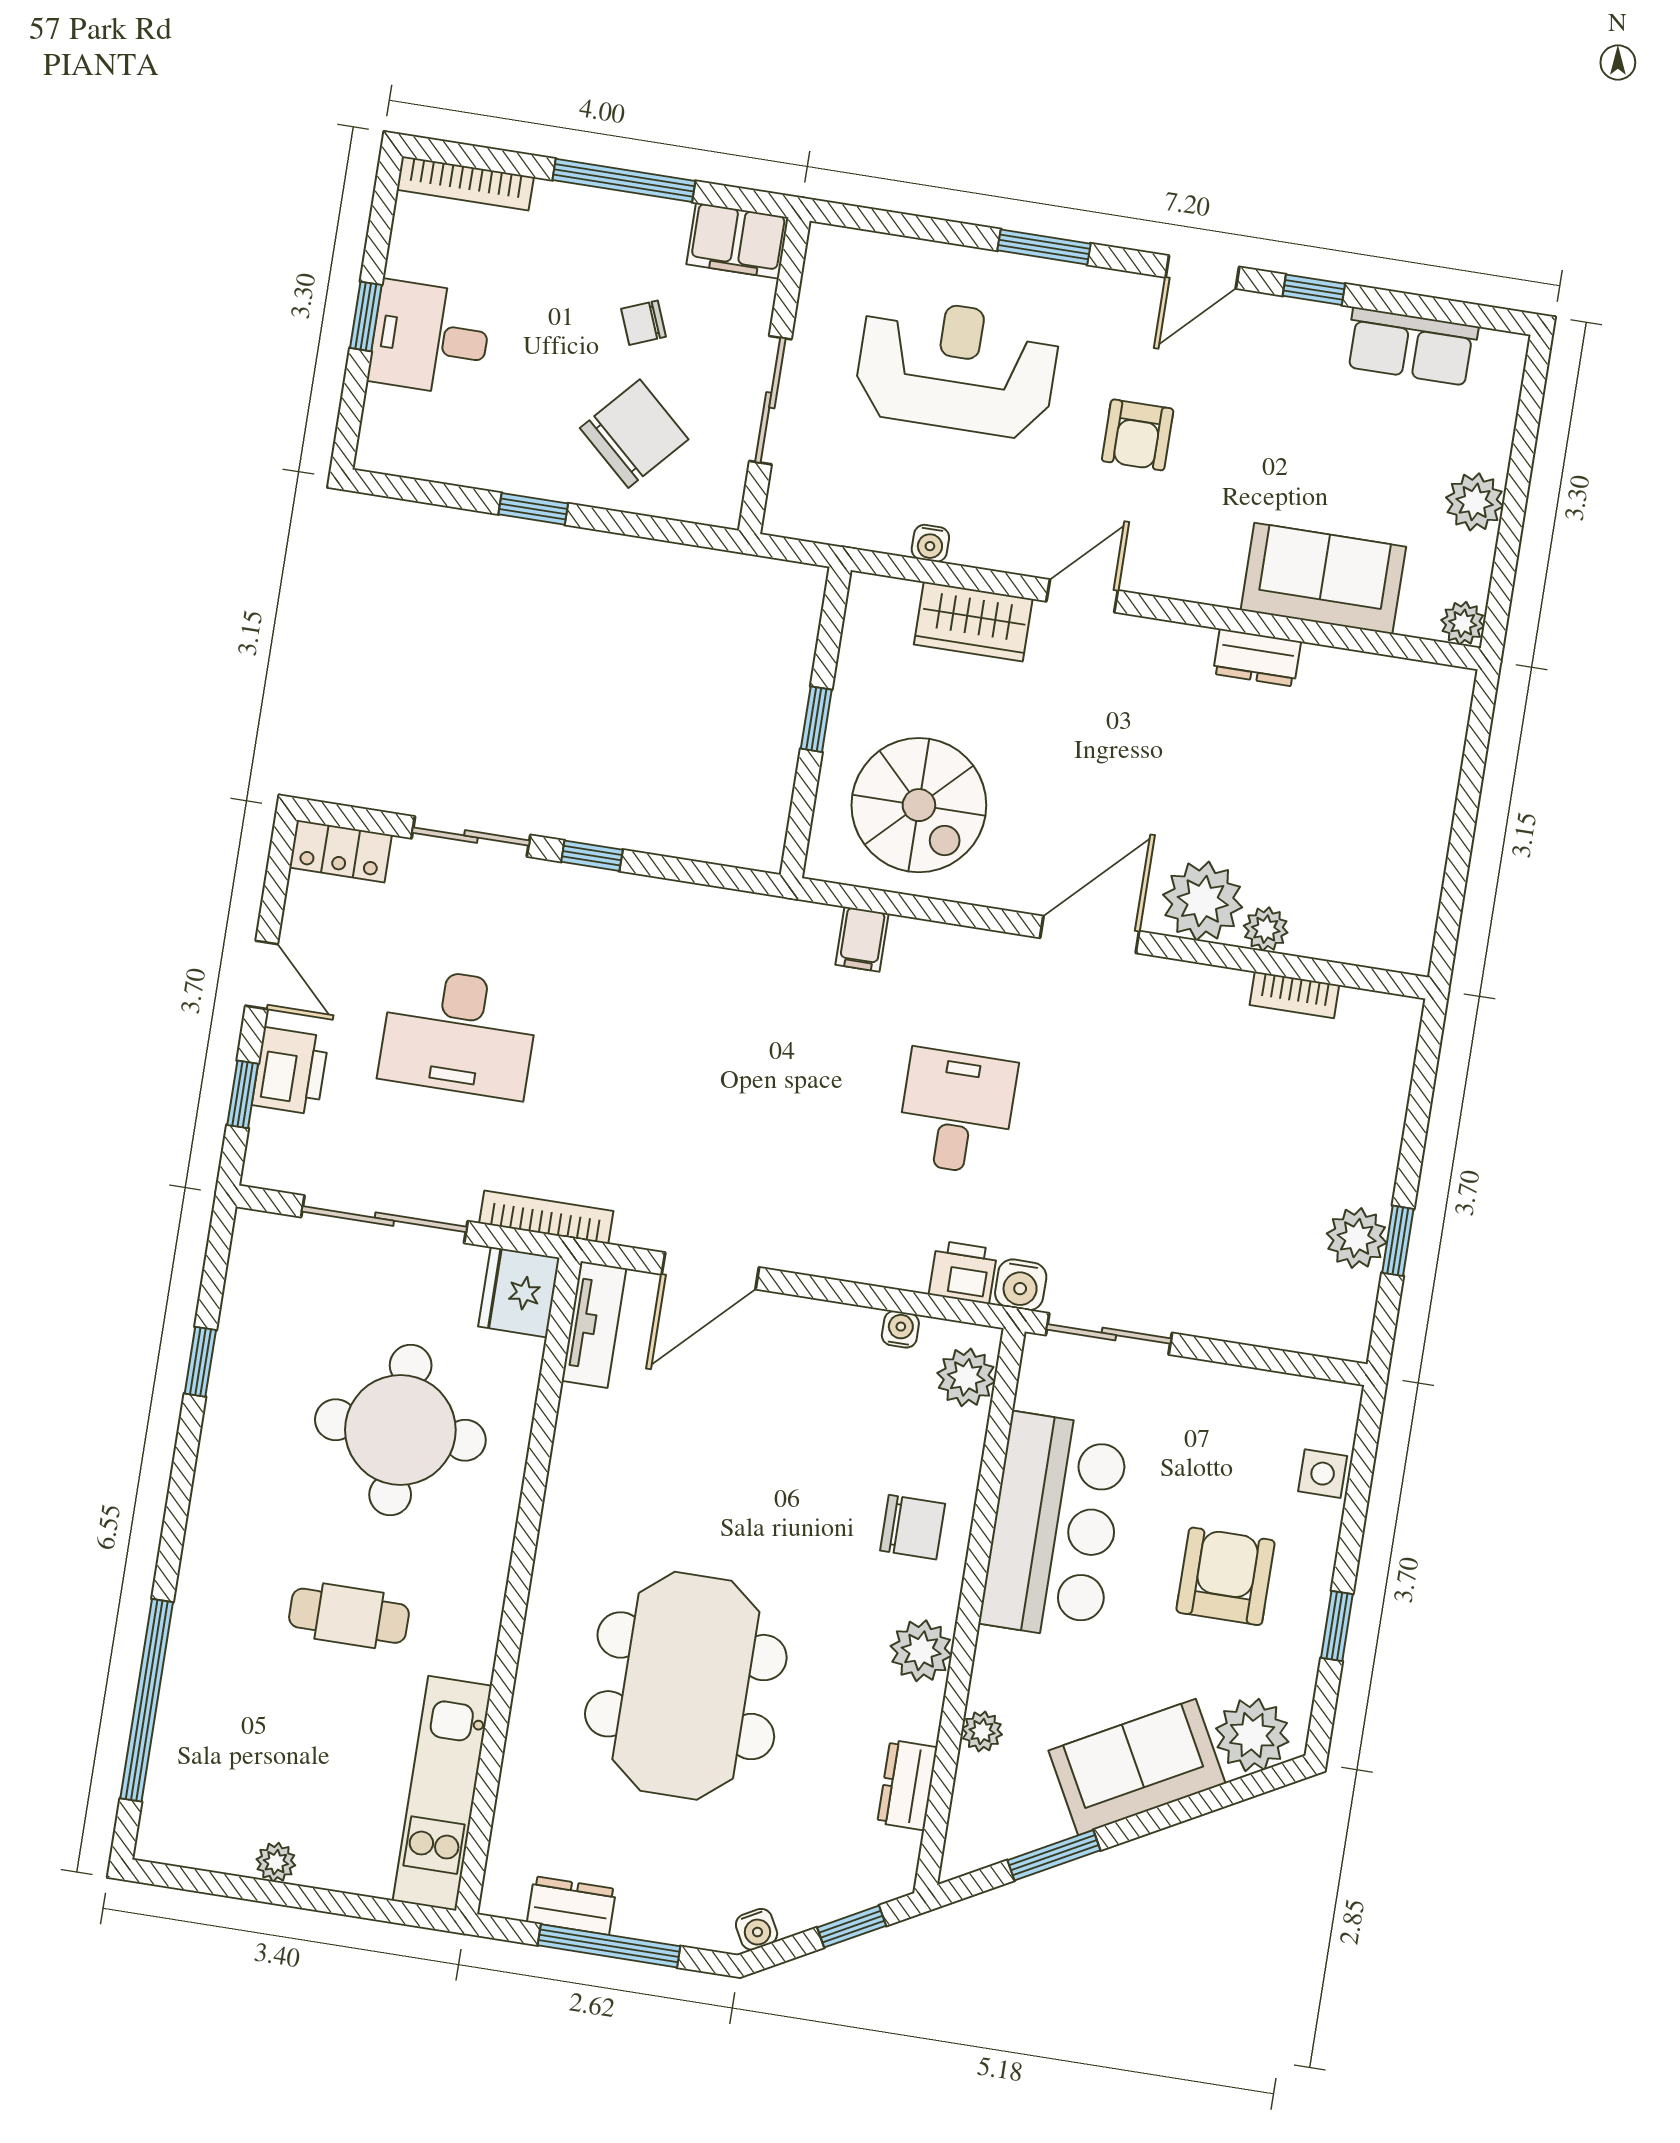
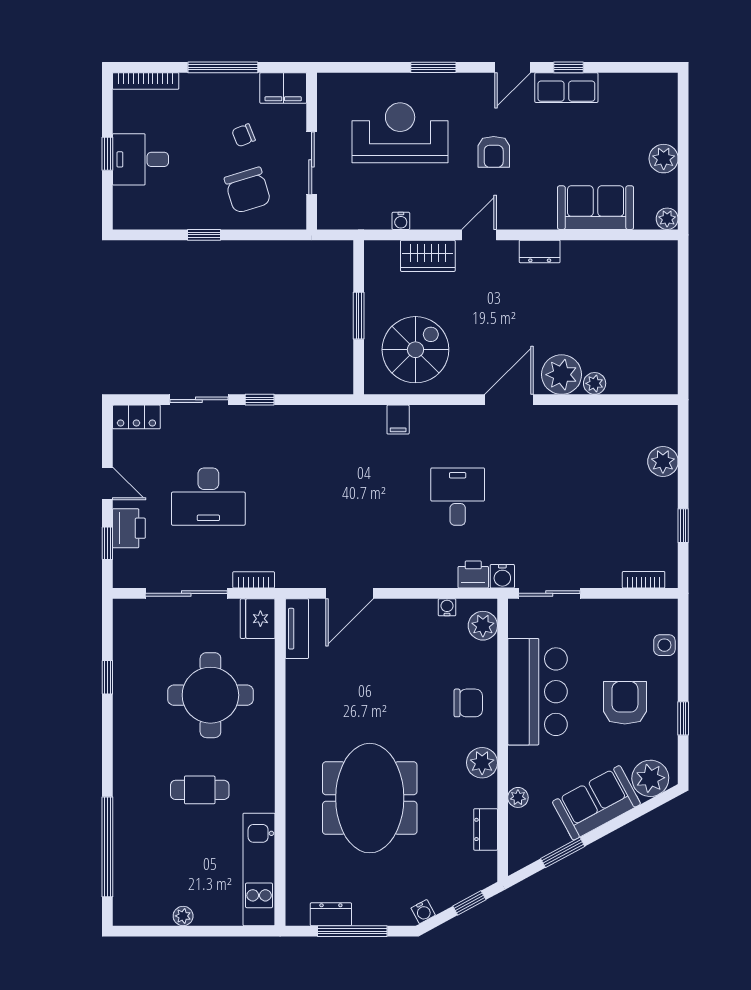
row of seats: (1411, 347) -> (566, 88), moved
chair: (634, 434) -> (248, 190), turned 121
dresser: (1257, 658) -> (540, 251), moved
window: (816, 719) -> (359, 316), width x1.50
spiral stairs: (919, 805) -> (415, 350), turned -90
bookcase: (1294, 995) -> (644, 580), moved, turned 180
bookcase: (546, 1217) -> (254, 580), width x0.64
plant: (1357, 1238) -> (663, 461), moved

